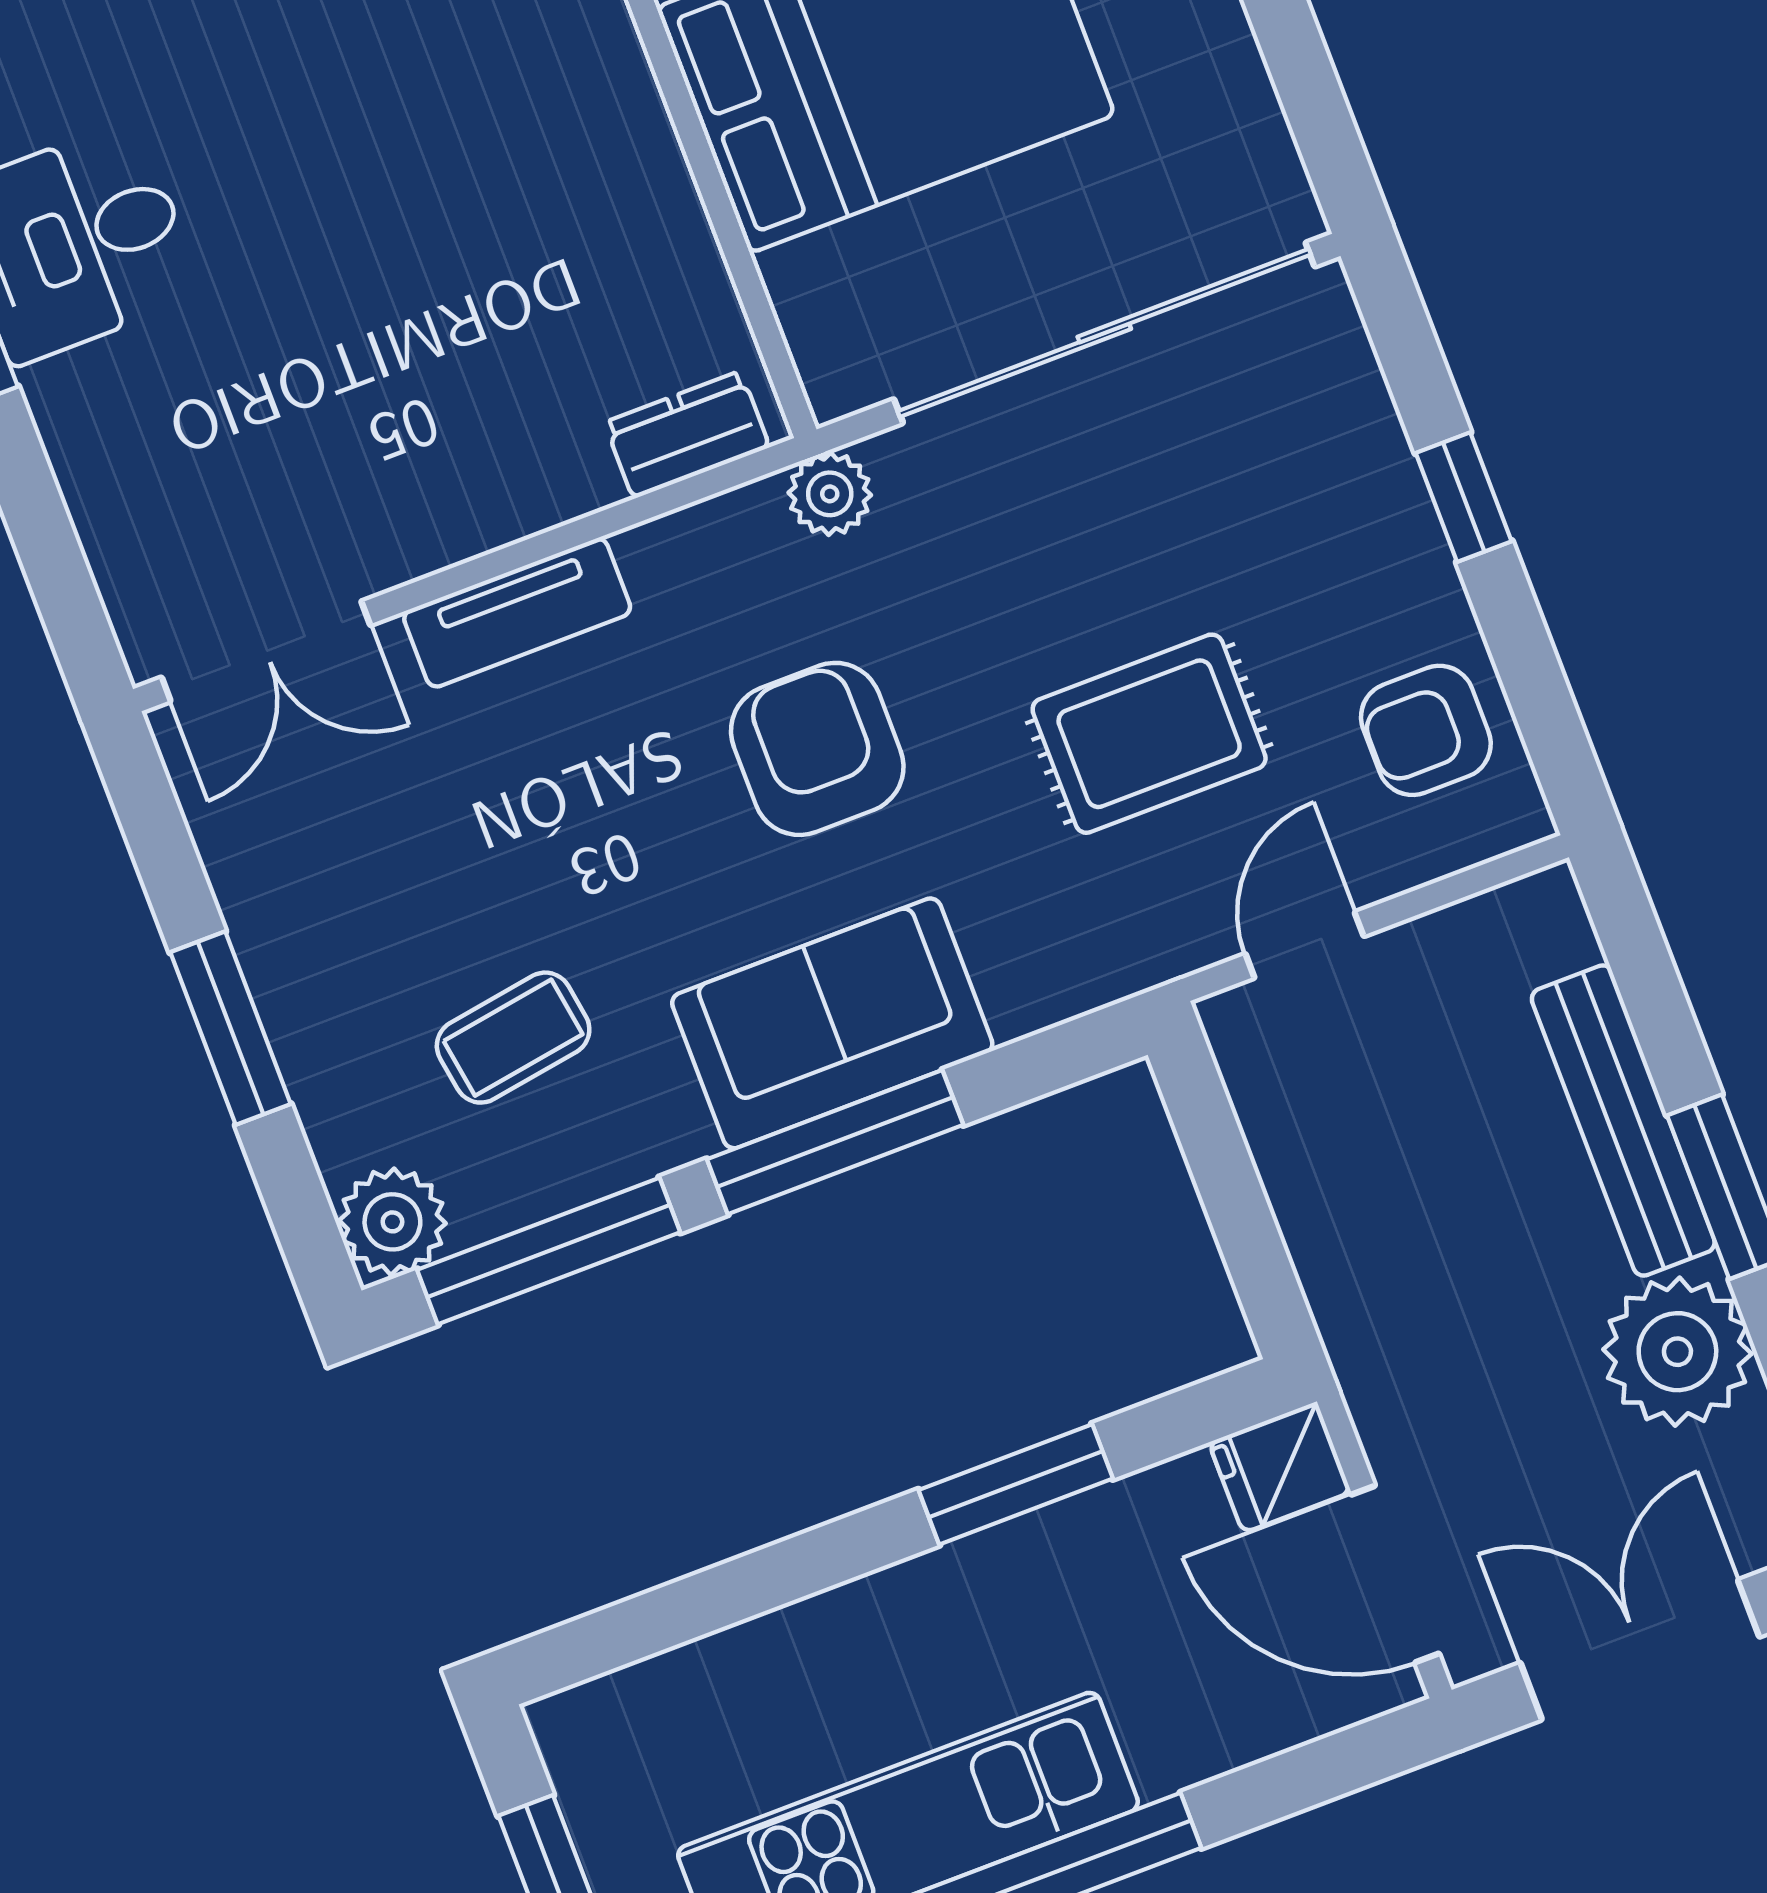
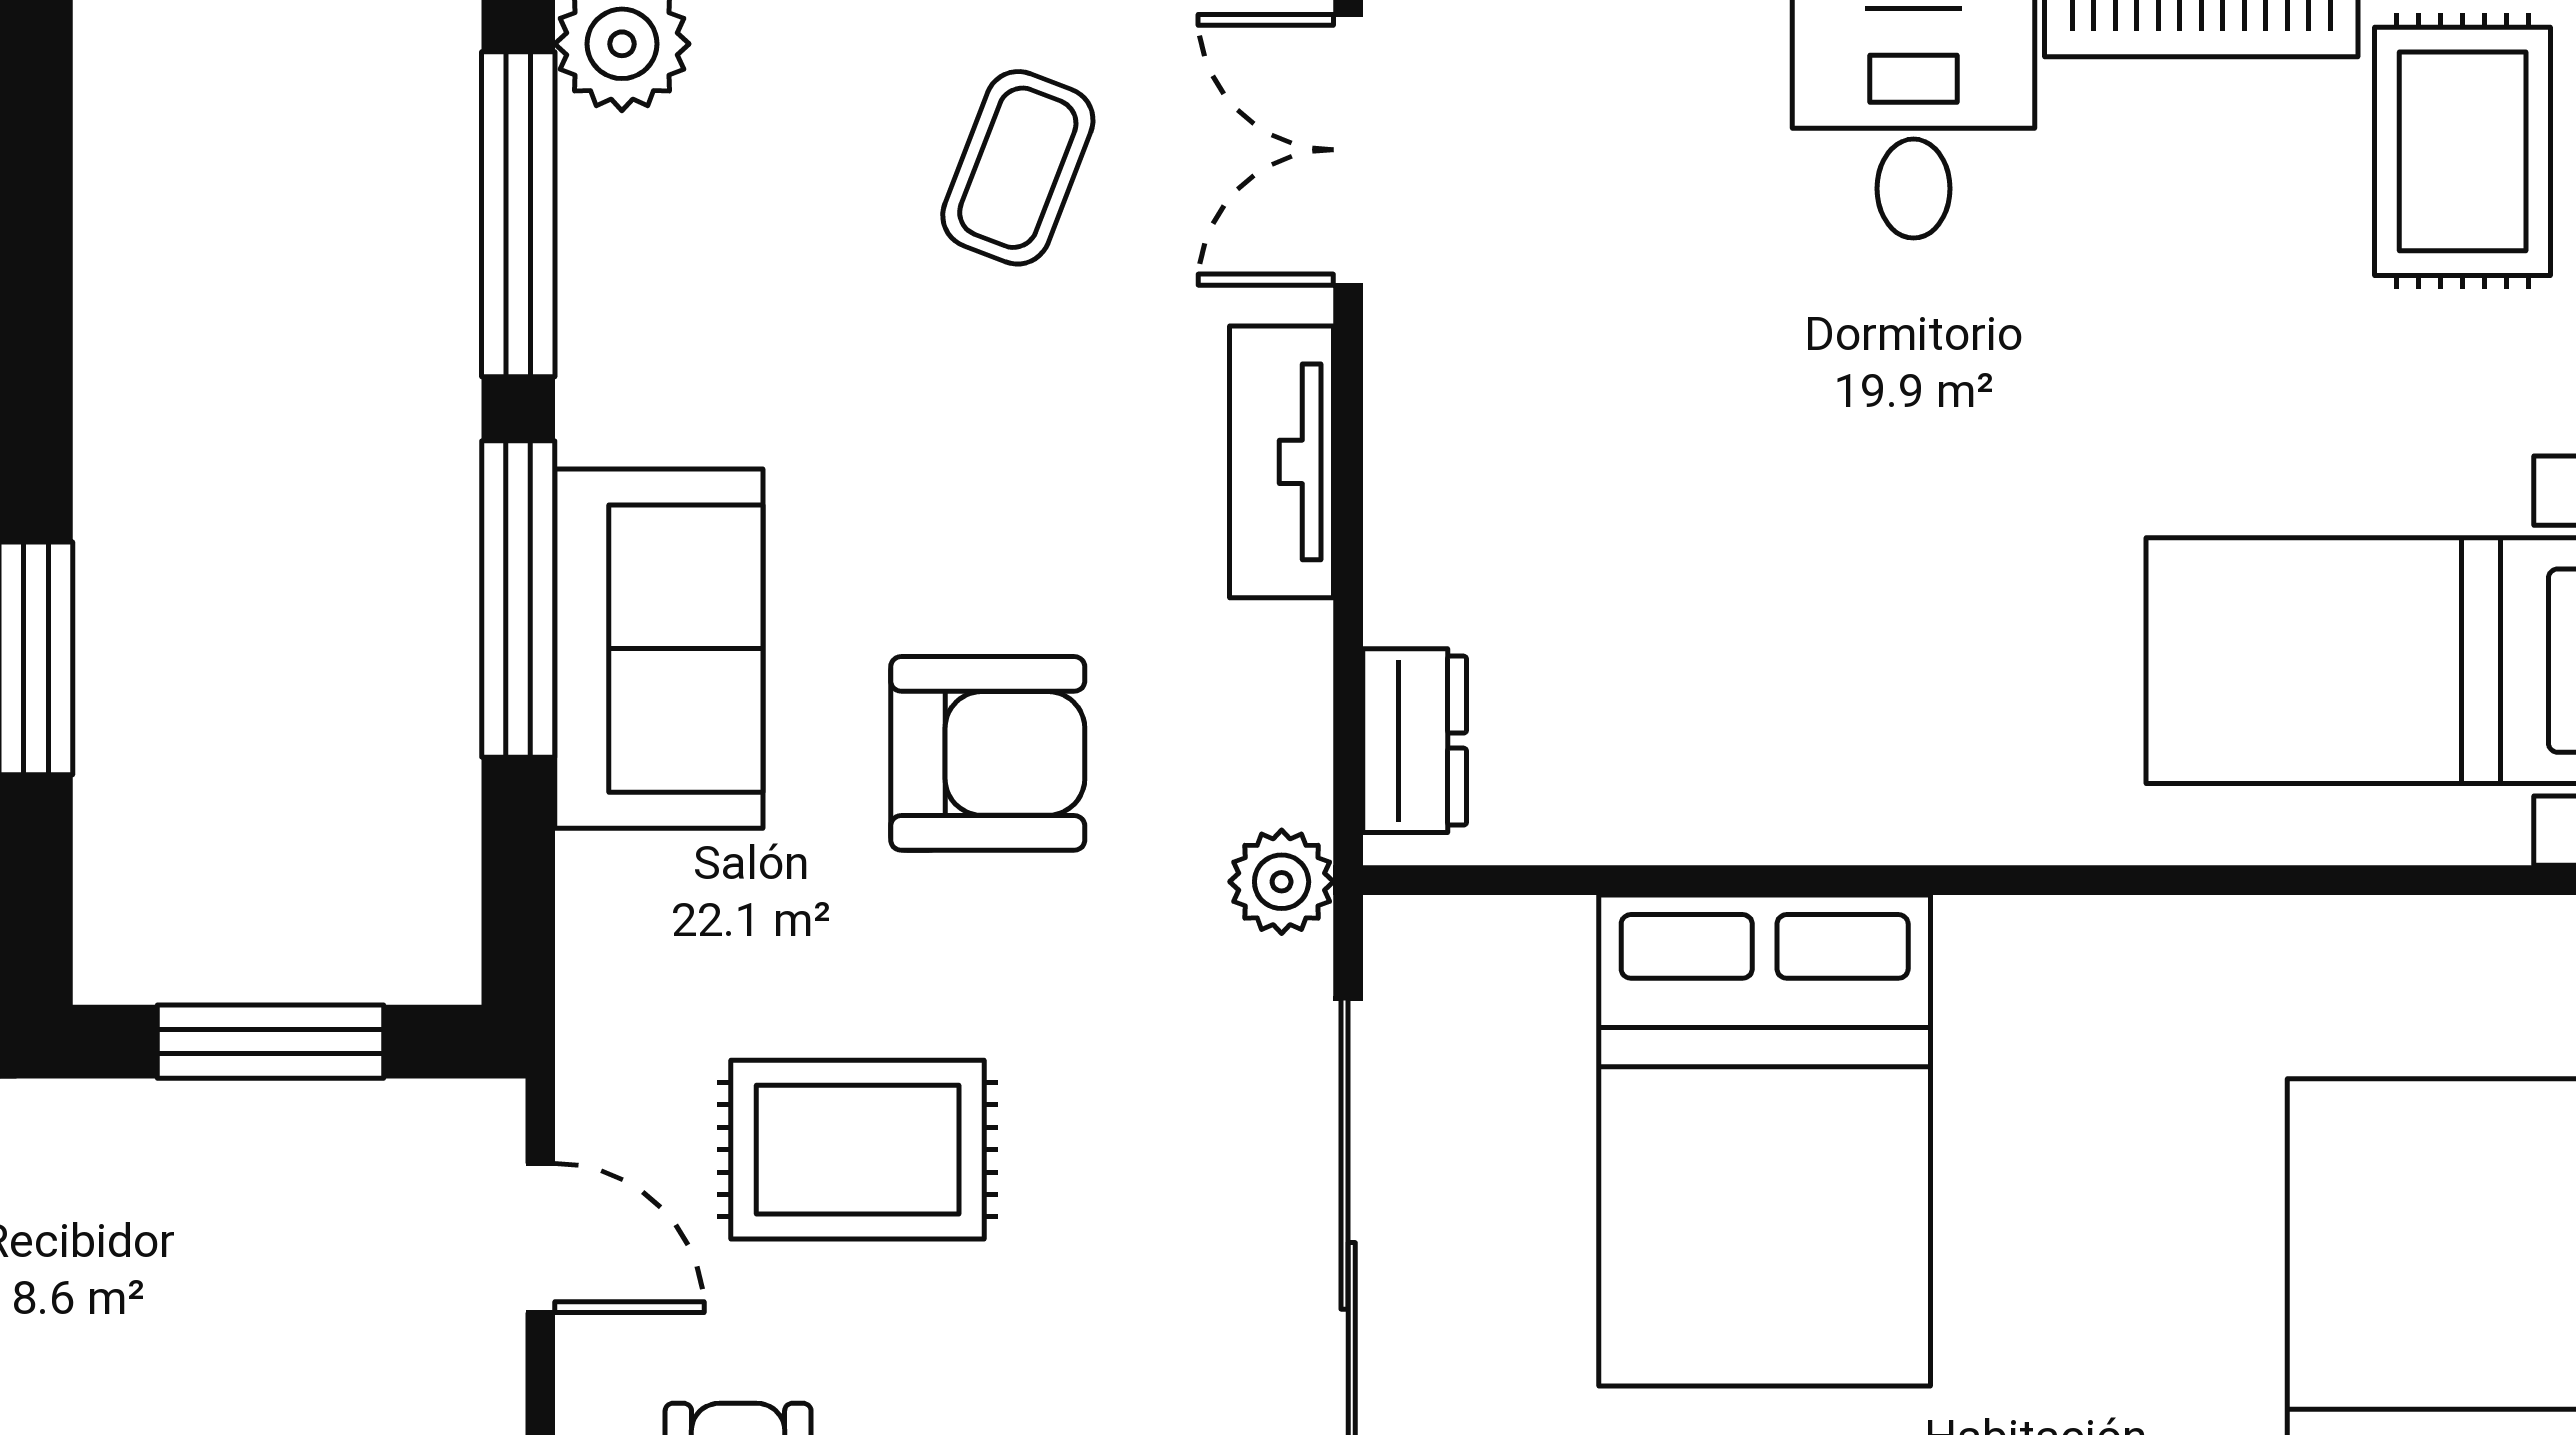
rug: (1149, 734) -> (858, 1150), turned 90
coffee table: (513, 1038) -> (1018, 168), moved, turned 30
window: (1235, 1201) -> (271, 1042), added

